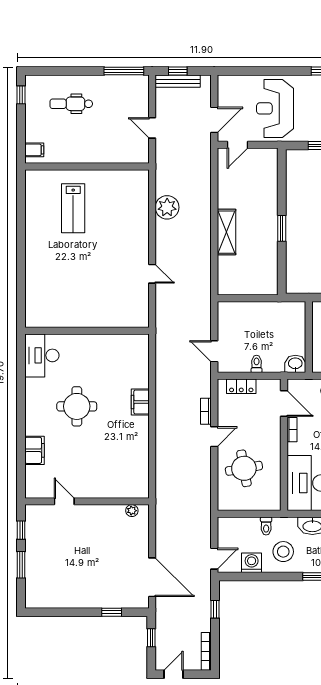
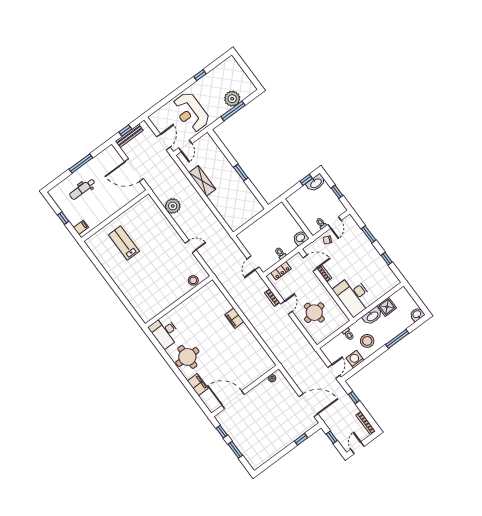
window: (124, 71) -> (81, 164), moved
window: (21, 95) -> (63, 218), moved
door: (152, 128) -> (134, 170), width x1.88
lab bench: (73, 208) -> (124, 243), turned 180
shelving: (226, 232) -> (202, 181), moved
stool: (124, 318) -> (193, 280), added
door: (214, 351) -> (253, 263), hinge flipped
round table: (77, 406) -> (187, 357), moved
door: (64, 501) -> (233, 400), width x1.87

